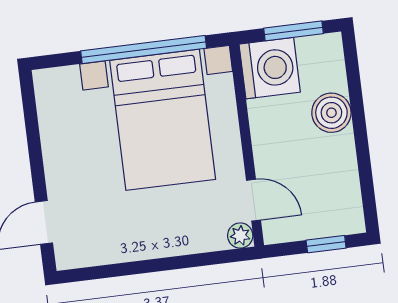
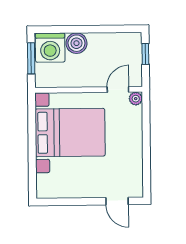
window: (144, 50) -> (32, 138), removed
washing machine: (270, 68) -> (50, 48), moved, turned 180

